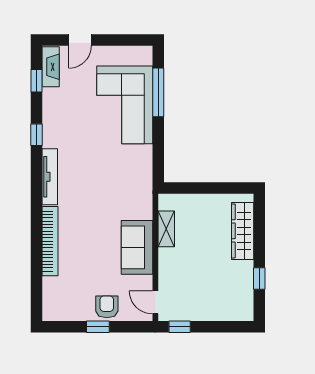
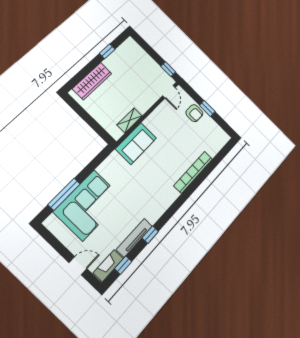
tv unit: (50, 177) -> (134, 238), moved
sofa: (137, 247) -> (136, 143), moved
armchair: (107, 307) -> (194, 113), turned -90

